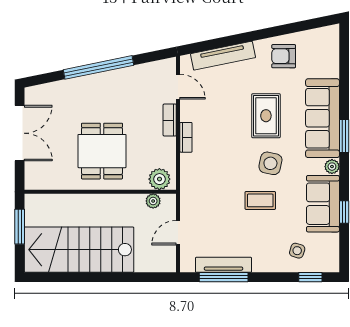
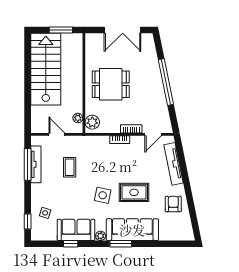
coffee table: (260, 200) -> (70, 167), moved

